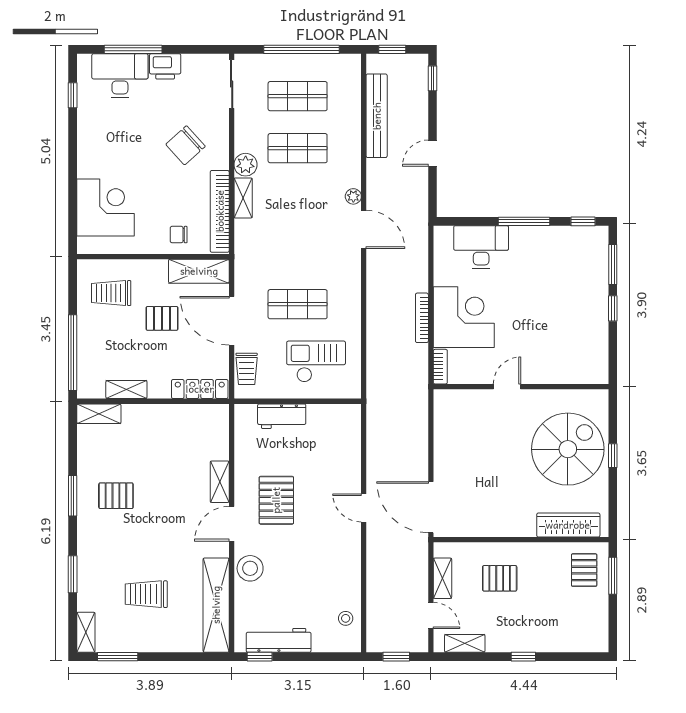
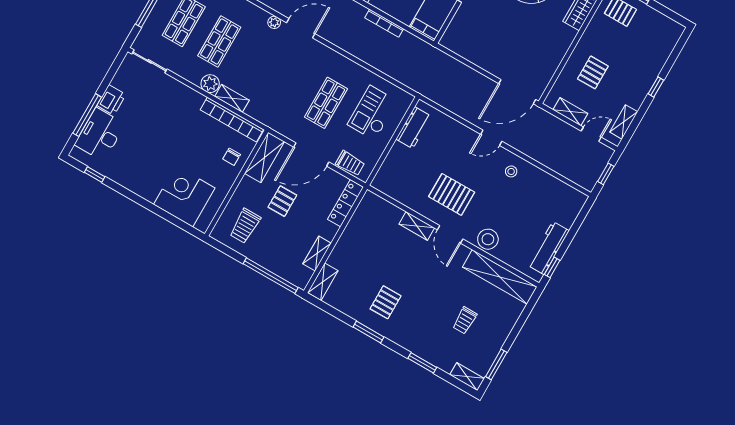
chair: (186, 145) -> (173, 117), removed
workbench: (282, 416) -> (414, 128), moved
trolley: (146, 594) -> (465, 320), width x0.73, depth x0.72
stool: (346, 618) -> (511, 171), moved

